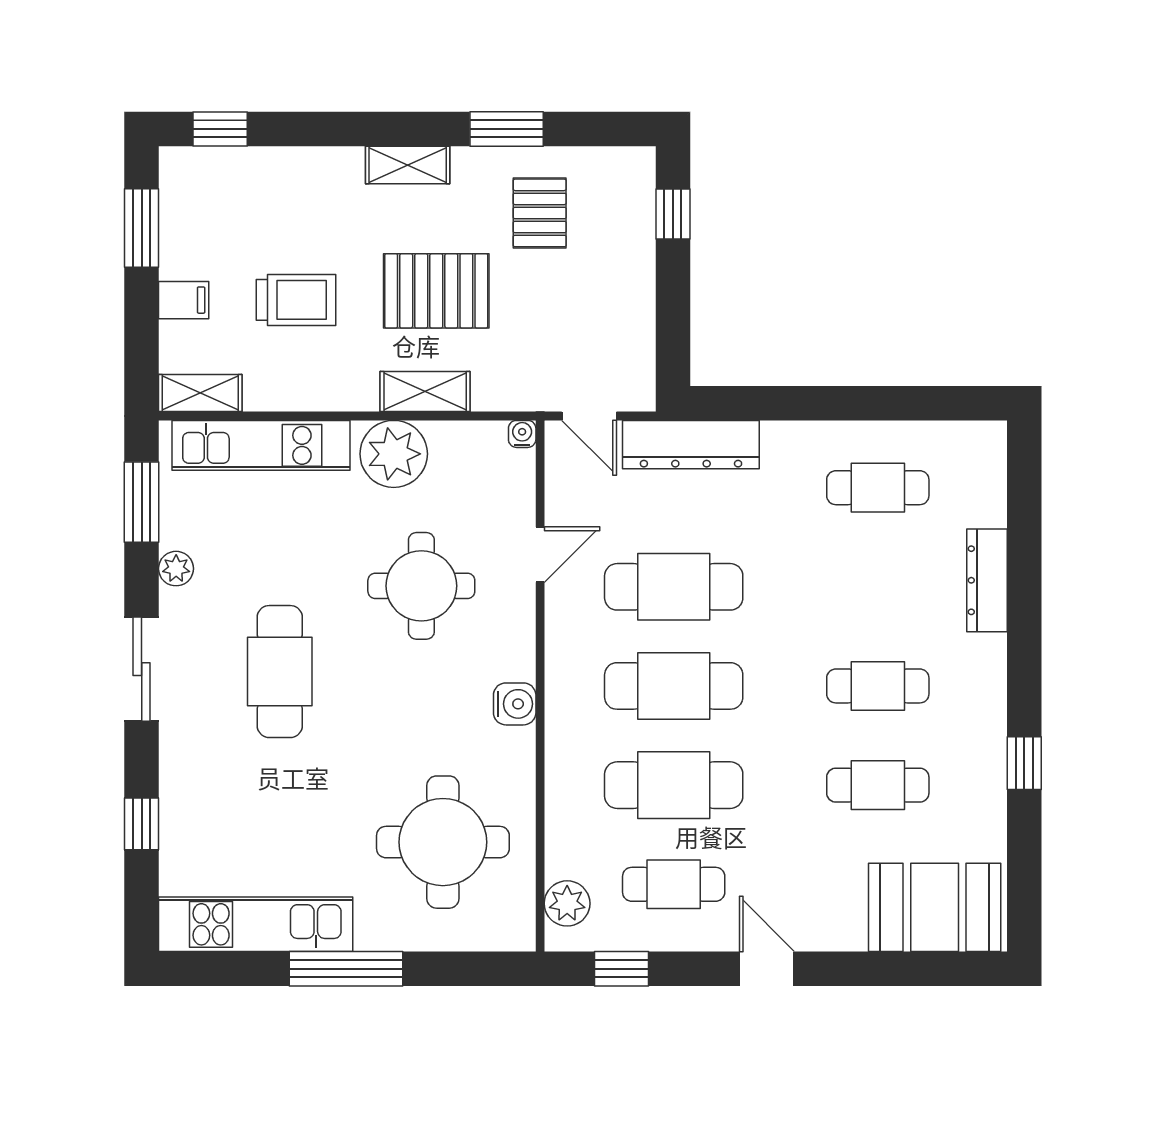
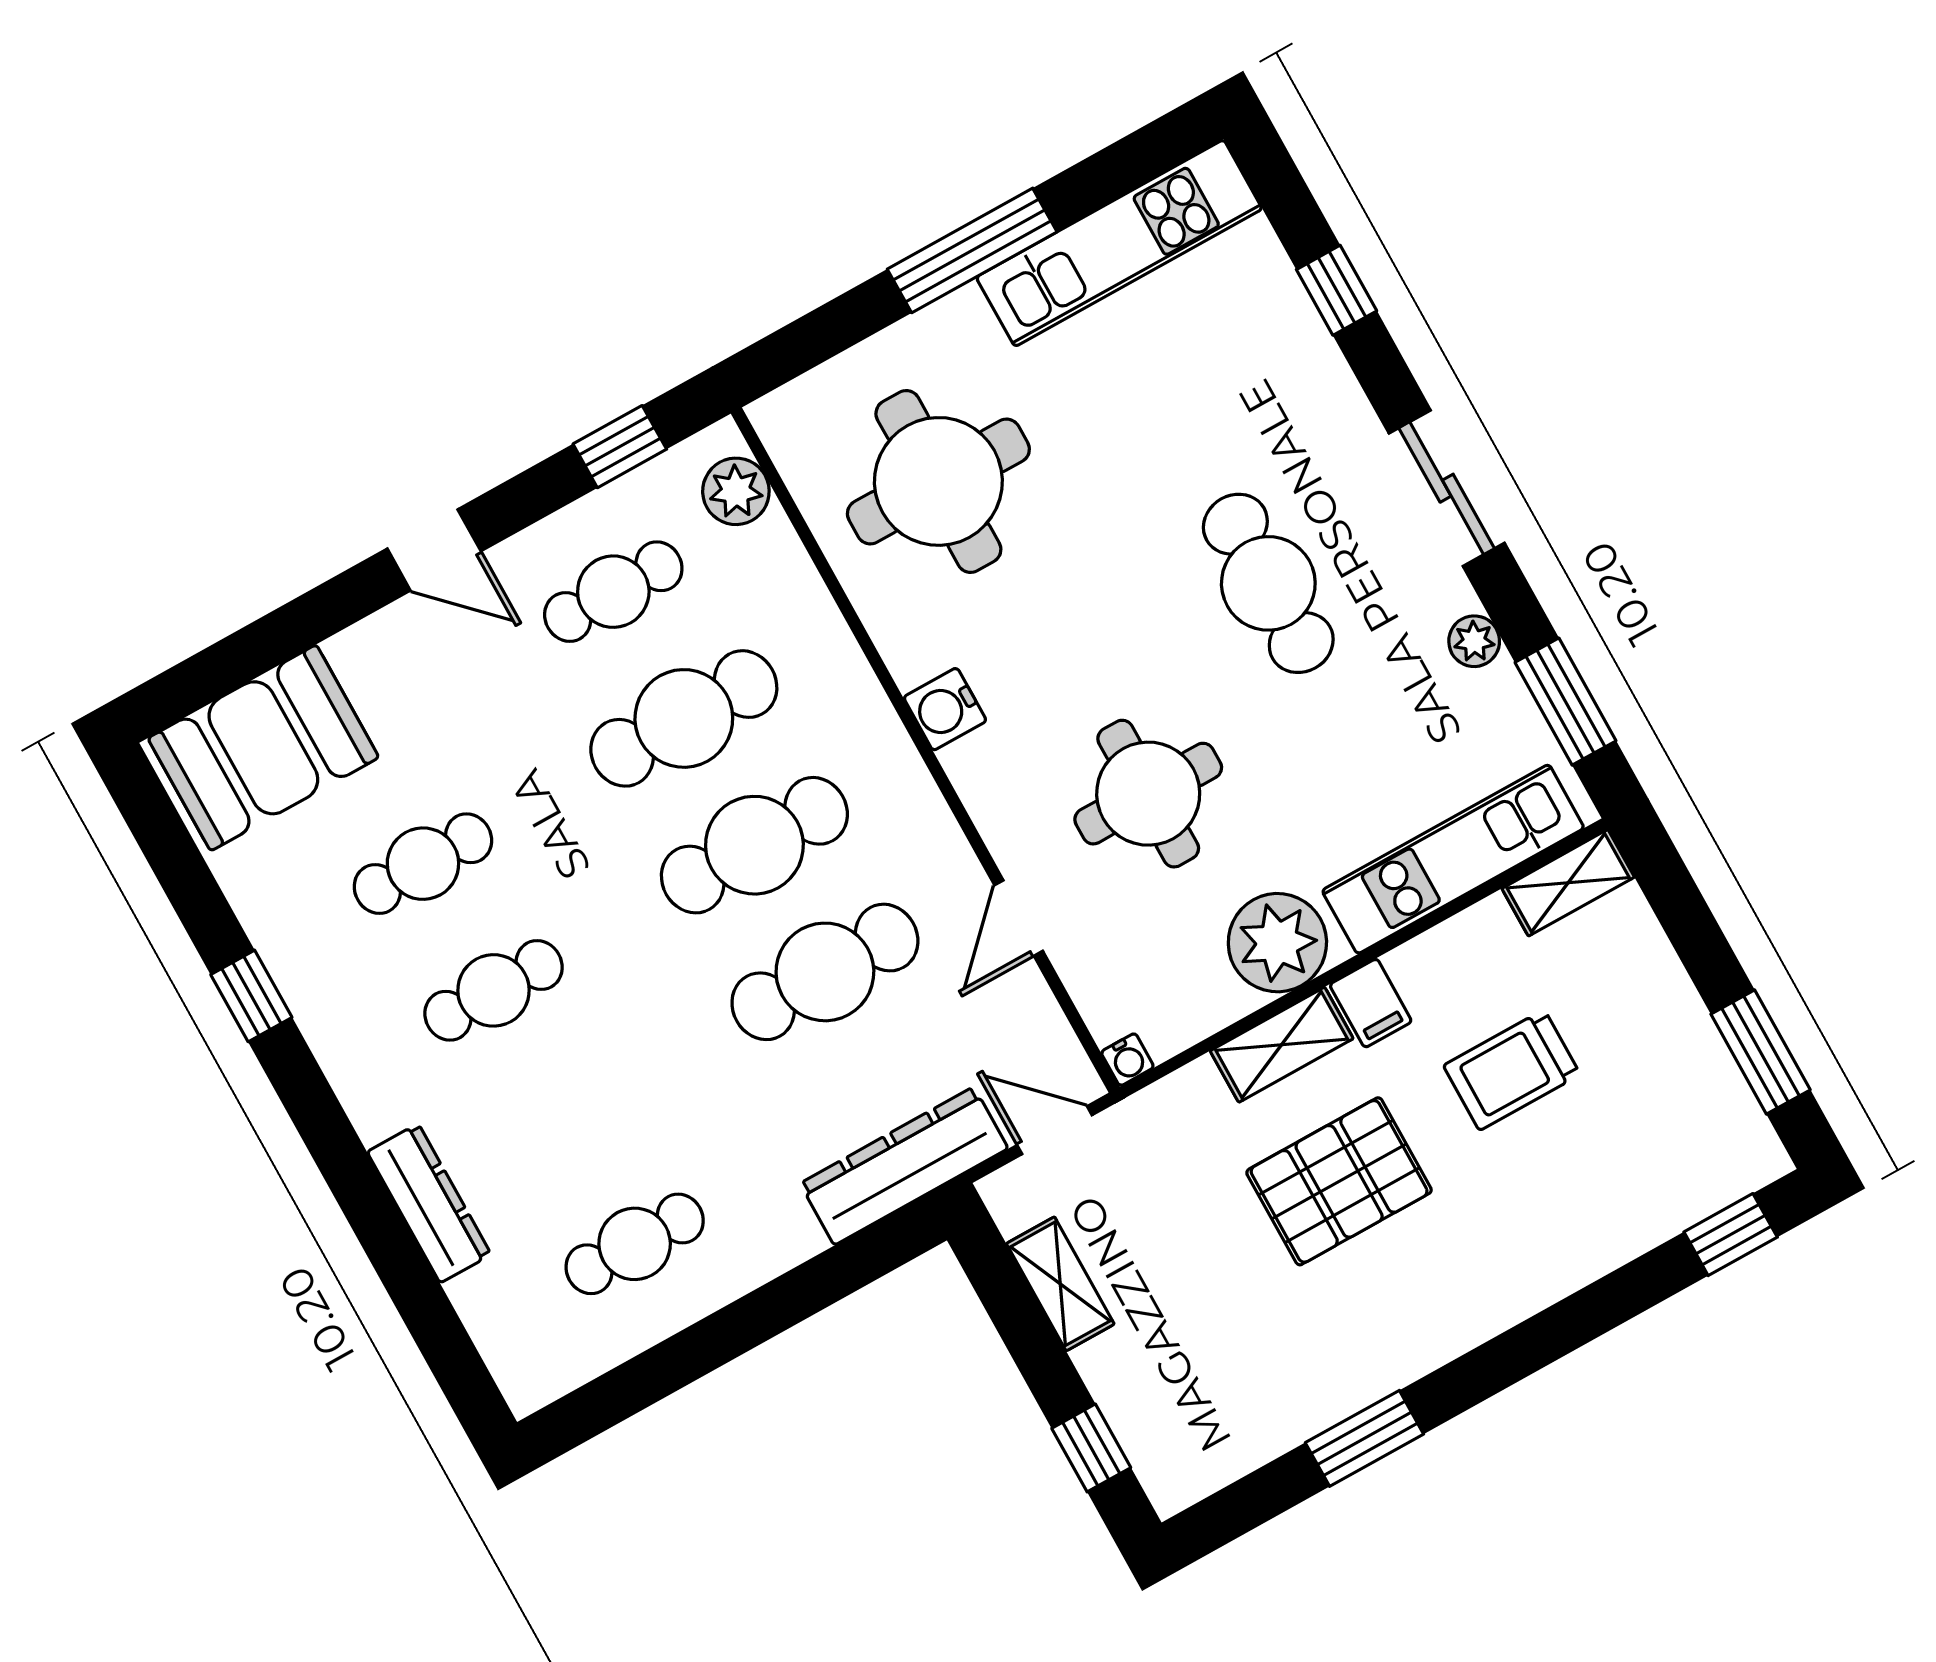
shelving: (408, 165) -> (1060, 1284), moved, turned 90
pallet: (540, 213) -> (1262, 1354), removed
filing cabinet: (184, 300) -> (1371, 1003), moved, turned -90

